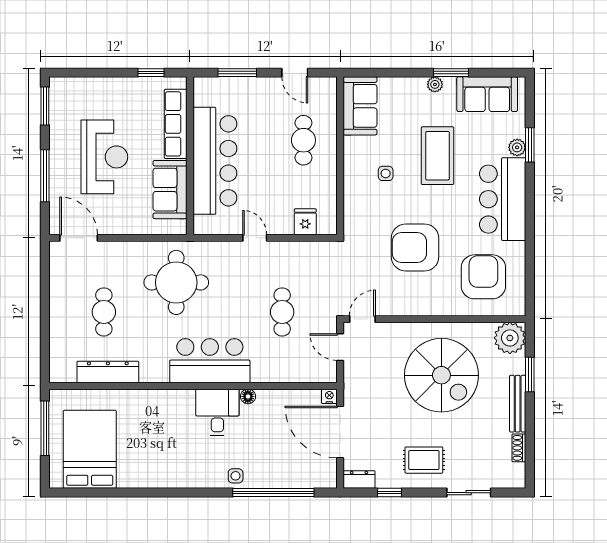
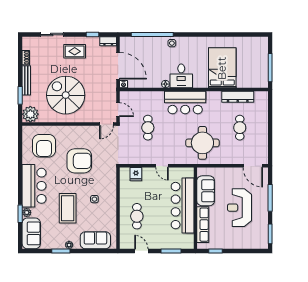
sofa: (487, 94) -> (31, 233), moved, turned 90
sofa: (360, 106) -> (95, 240), moved, turned 90
bed: (90, 449) -> (222, 68), moved, turned 180

